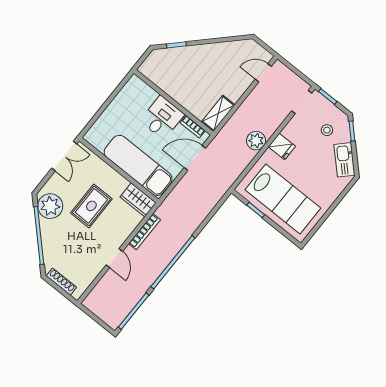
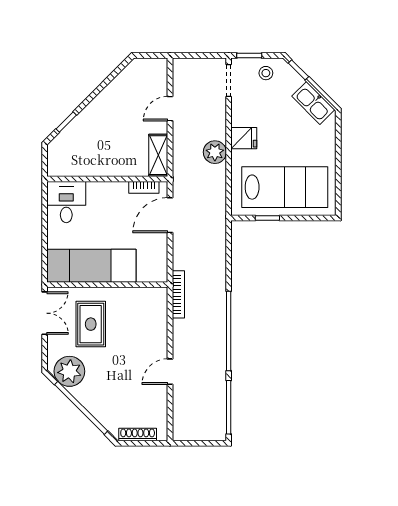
door: (263, 73) -> (170, 109), moved
desk: (162, 118) -> (66, 202), moved
stool: (327, 130) -> (266, 73), moved
exam couch: (138, 165) -> (91, 266), moved
wardrobe: (138, 200) -> (148, 298), removed
rug: (91, 206) -> (91, 324), moved
bookcase: (144, 232) -> (178, 294), moved
door: (114, 258) -> (170, 372), swing flipped

